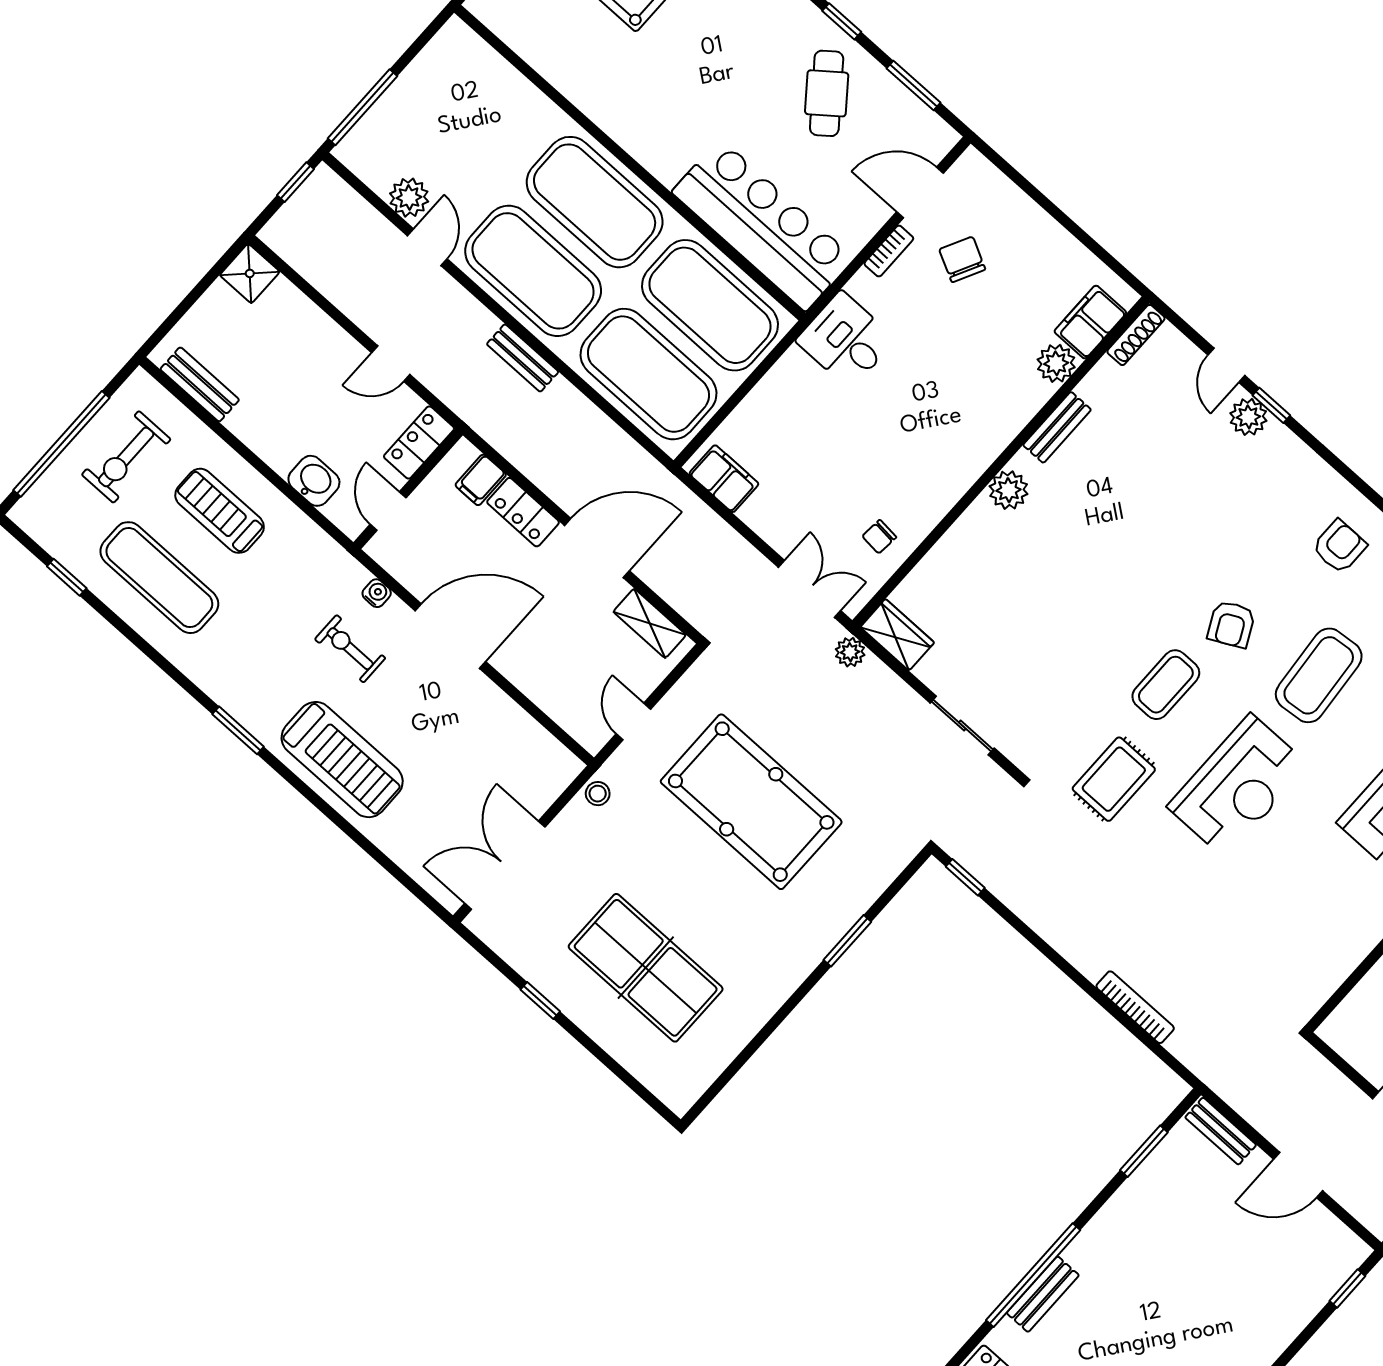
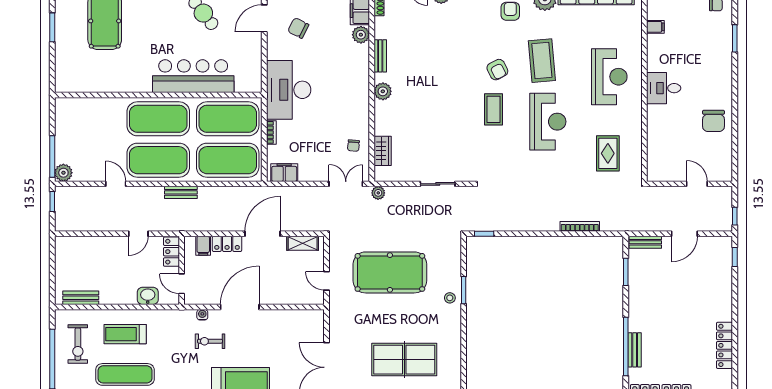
plant: (409, 198) -> (63, 173), moved
bar counter: (763, 225) -> (193, 76), moved
bookcase: (889, 251) -> (271, 132), moved
shower: (250, 273) -> (64, 246), removed
desk: (846, 340) -> (289, 90), width x1.87, depth x1.30
wardrobe: (897, 635) -> (383, 151), moved, turned 90
rug: (1114, 779) -> (608, 153), moved
stool: (598, 794) -> (450, 298), moved

